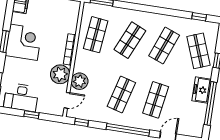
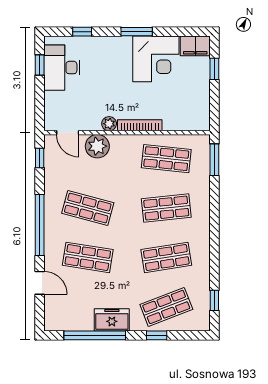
shop shelf: (130, 40) -> (166, 208), turned -30
corner desk: (24, 42) -> (156, 59), moved
shop shelf: (164, 45) -> (166, 257), turned -30
plant: (60, 74) -> (109, 124), width x0.53, depth x0.53
window: (31, 115) -> (40, 65), moved

